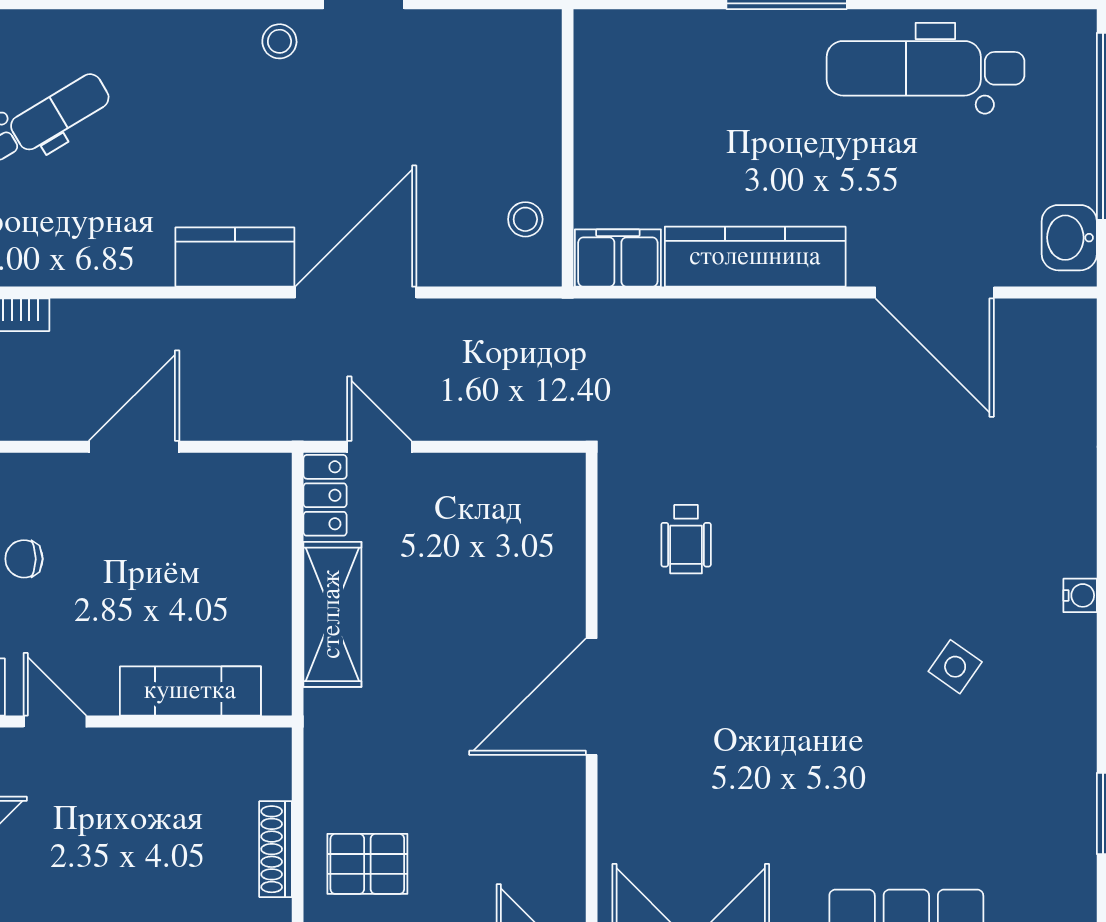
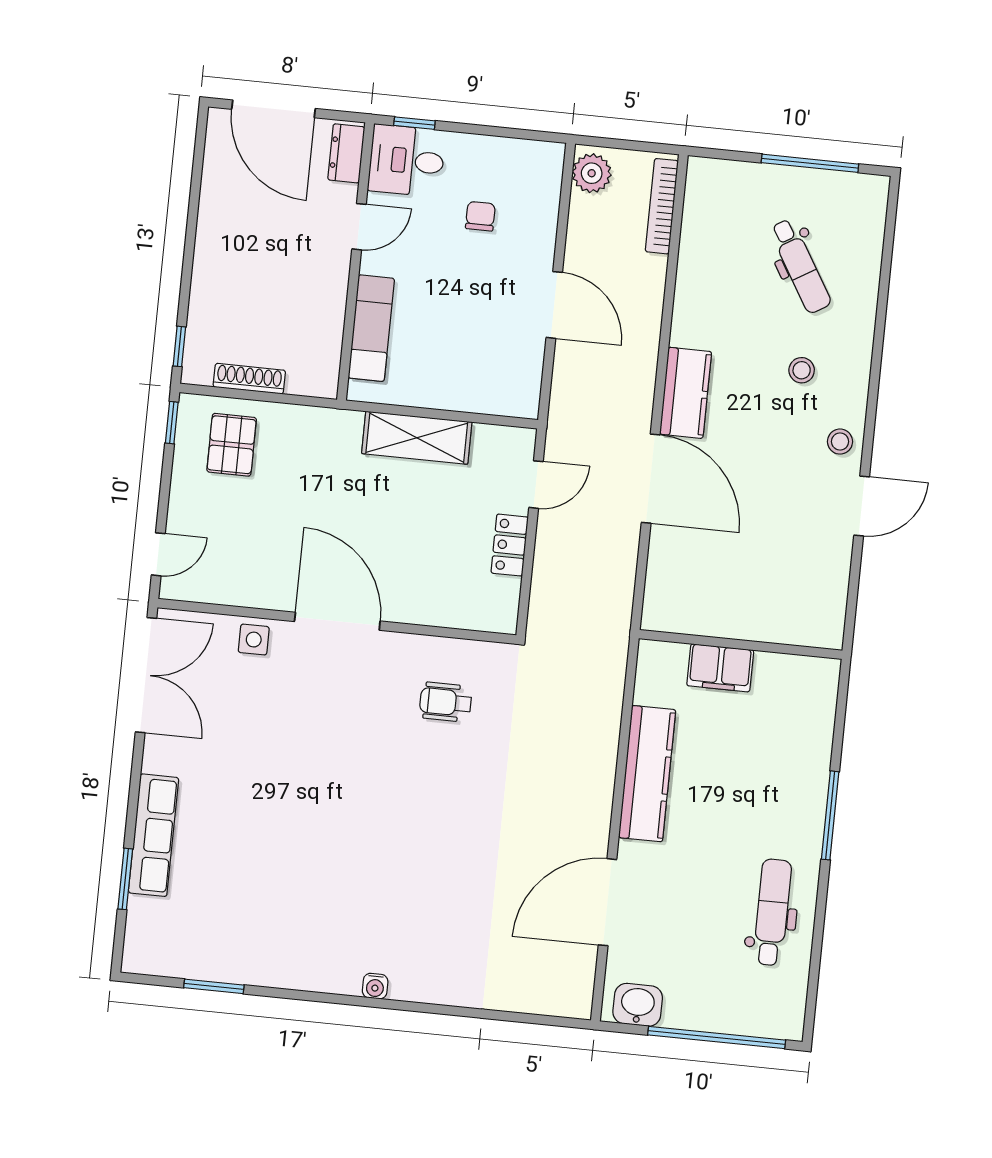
dental chair: (925, 68) -> (772, 912), width x0.73, depth x0.72
stool: (525, 219) -> (802, 370), moved
filing cabinet: (618, 258) -> (720, 668), moved, turned 90
locker: (325, 495) -> (510, 545), moved, turned 90
side table: (955, 667) -> (254, 640), moved, turned -35

